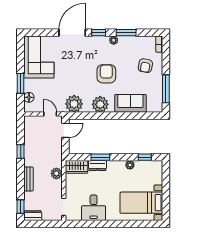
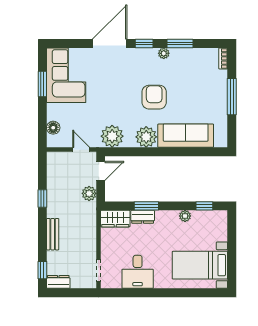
armchair: (145, 66) -> (205, 87), removed
window: (21, 83) -> (42, 84), moved
window: (166, 89) -> (232, 97), moved
sofa: (130, 103) -> (186, 136), width x1.36
plant: (56, 173) -> (89, 193), moved

